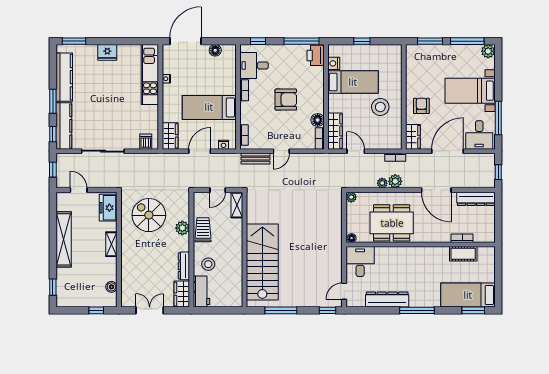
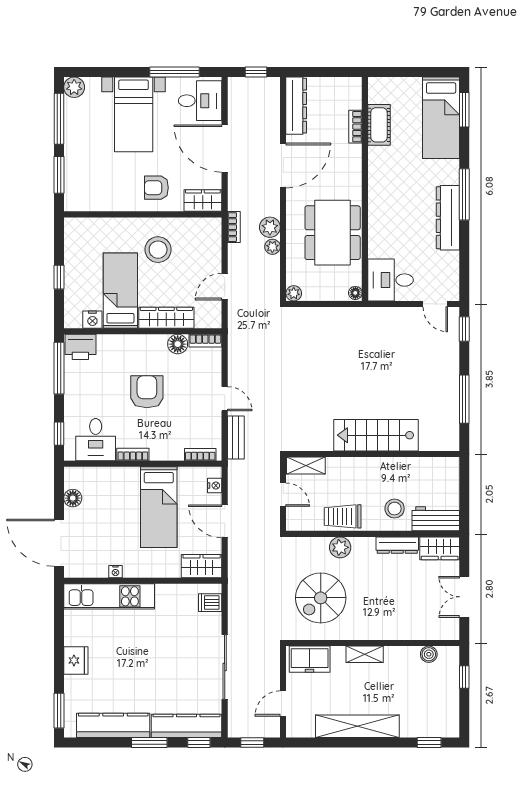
wardrobe: (335, 131) -> (166, 318), moved
stairs: (262, 262) -> (376, 435), width x0.73, depth x0.66
dresser: (387, 300) -> (448, 218), moved

